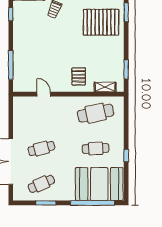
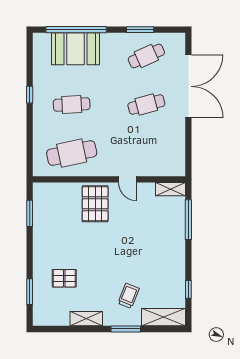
pallet: (101, 22) -> (64, 278), width x0.49, depth x0.50
pallet: (79, 76) -> (95, 204), width x1.50, depth x1.42
shelving: (105, 87) -> (171, 189), moved
door: (44, 94) -> (128, 179), moved
booth: (99, 184) -> (75, 49), width x0.73, depth x0.70

